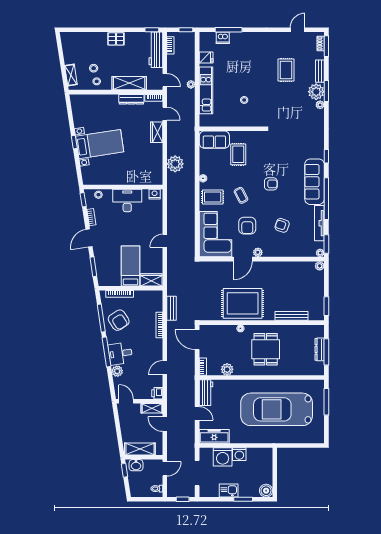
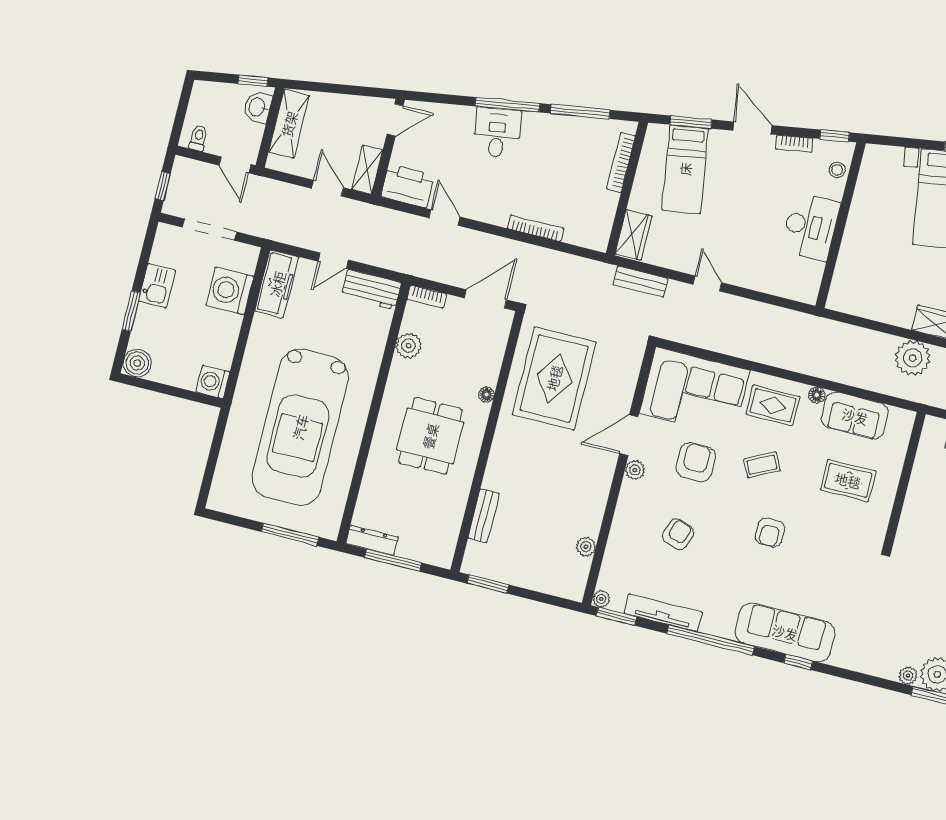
sofa: (214, 140) -> (855, 416), moved, turned -90
plant: (175, 164) -> (913, 358), moved
sofa: (314, 182) -> (785, 632), moved
nightstand: (155, 194) -> (809, 287), removed
rug: (213, 197) -> (773, 405), turned 90
armchair: (247, 226) -> (696, 462), turned 90
door: (243, 259) -> (629, 435), hinge flipped
bed: (130, 266) -> (685, 169), moved, turned 81
plant: (320, 266) -> (586, 547), moved
rug: (243, 303) -> (554, 378), moved
bench: (172, 308) -> (640, 282), moved
bench: (291, 316) -> (484, 516), width x0.73
armchair: (119, 320) -> (567, 147), removed
dining table: (266, 349) -> (430, 436), turned 90
dresser: (320, 349) -> (372, 540), moved
plant: (117, 371) -> (462, 117), removed
printer: (157, 393) -> (408, 186), width x1.87, depth x1.48
car: (277, 409) -> (300, 427), turned 180
door: (165, 424) -> (327, 188), hinge flipped
washing machine: (239, 454) -> (213, 382), moved

